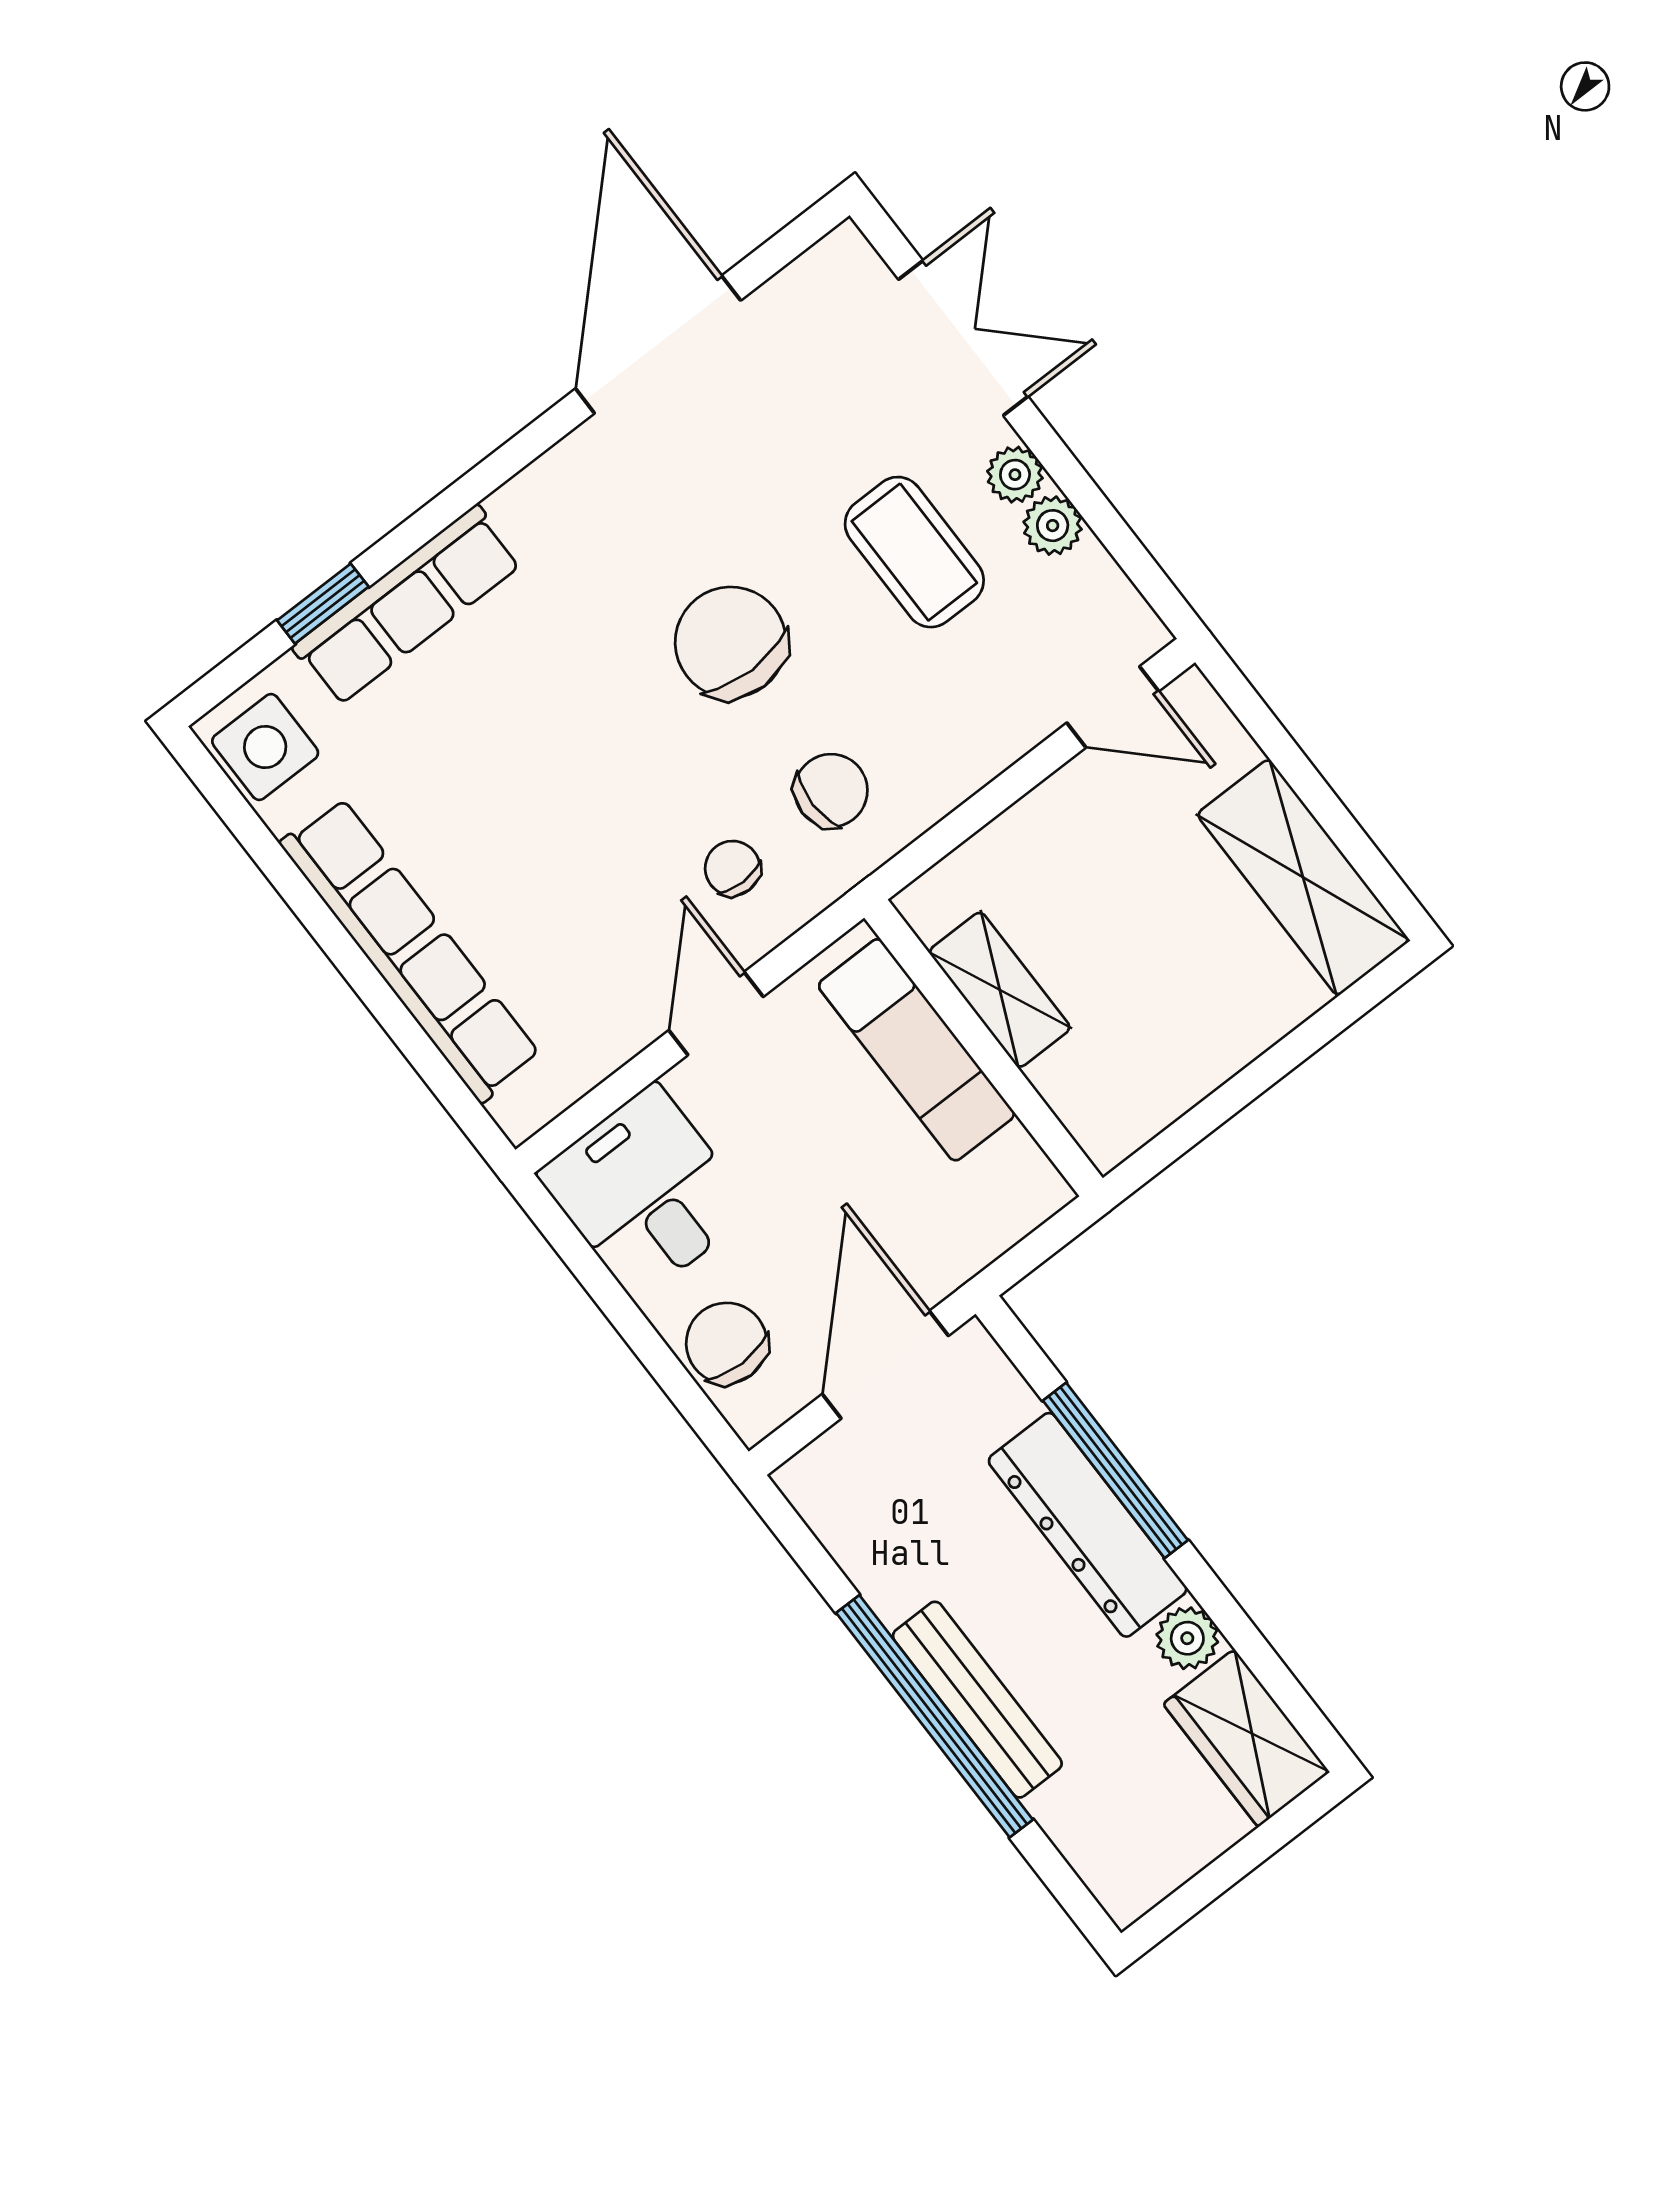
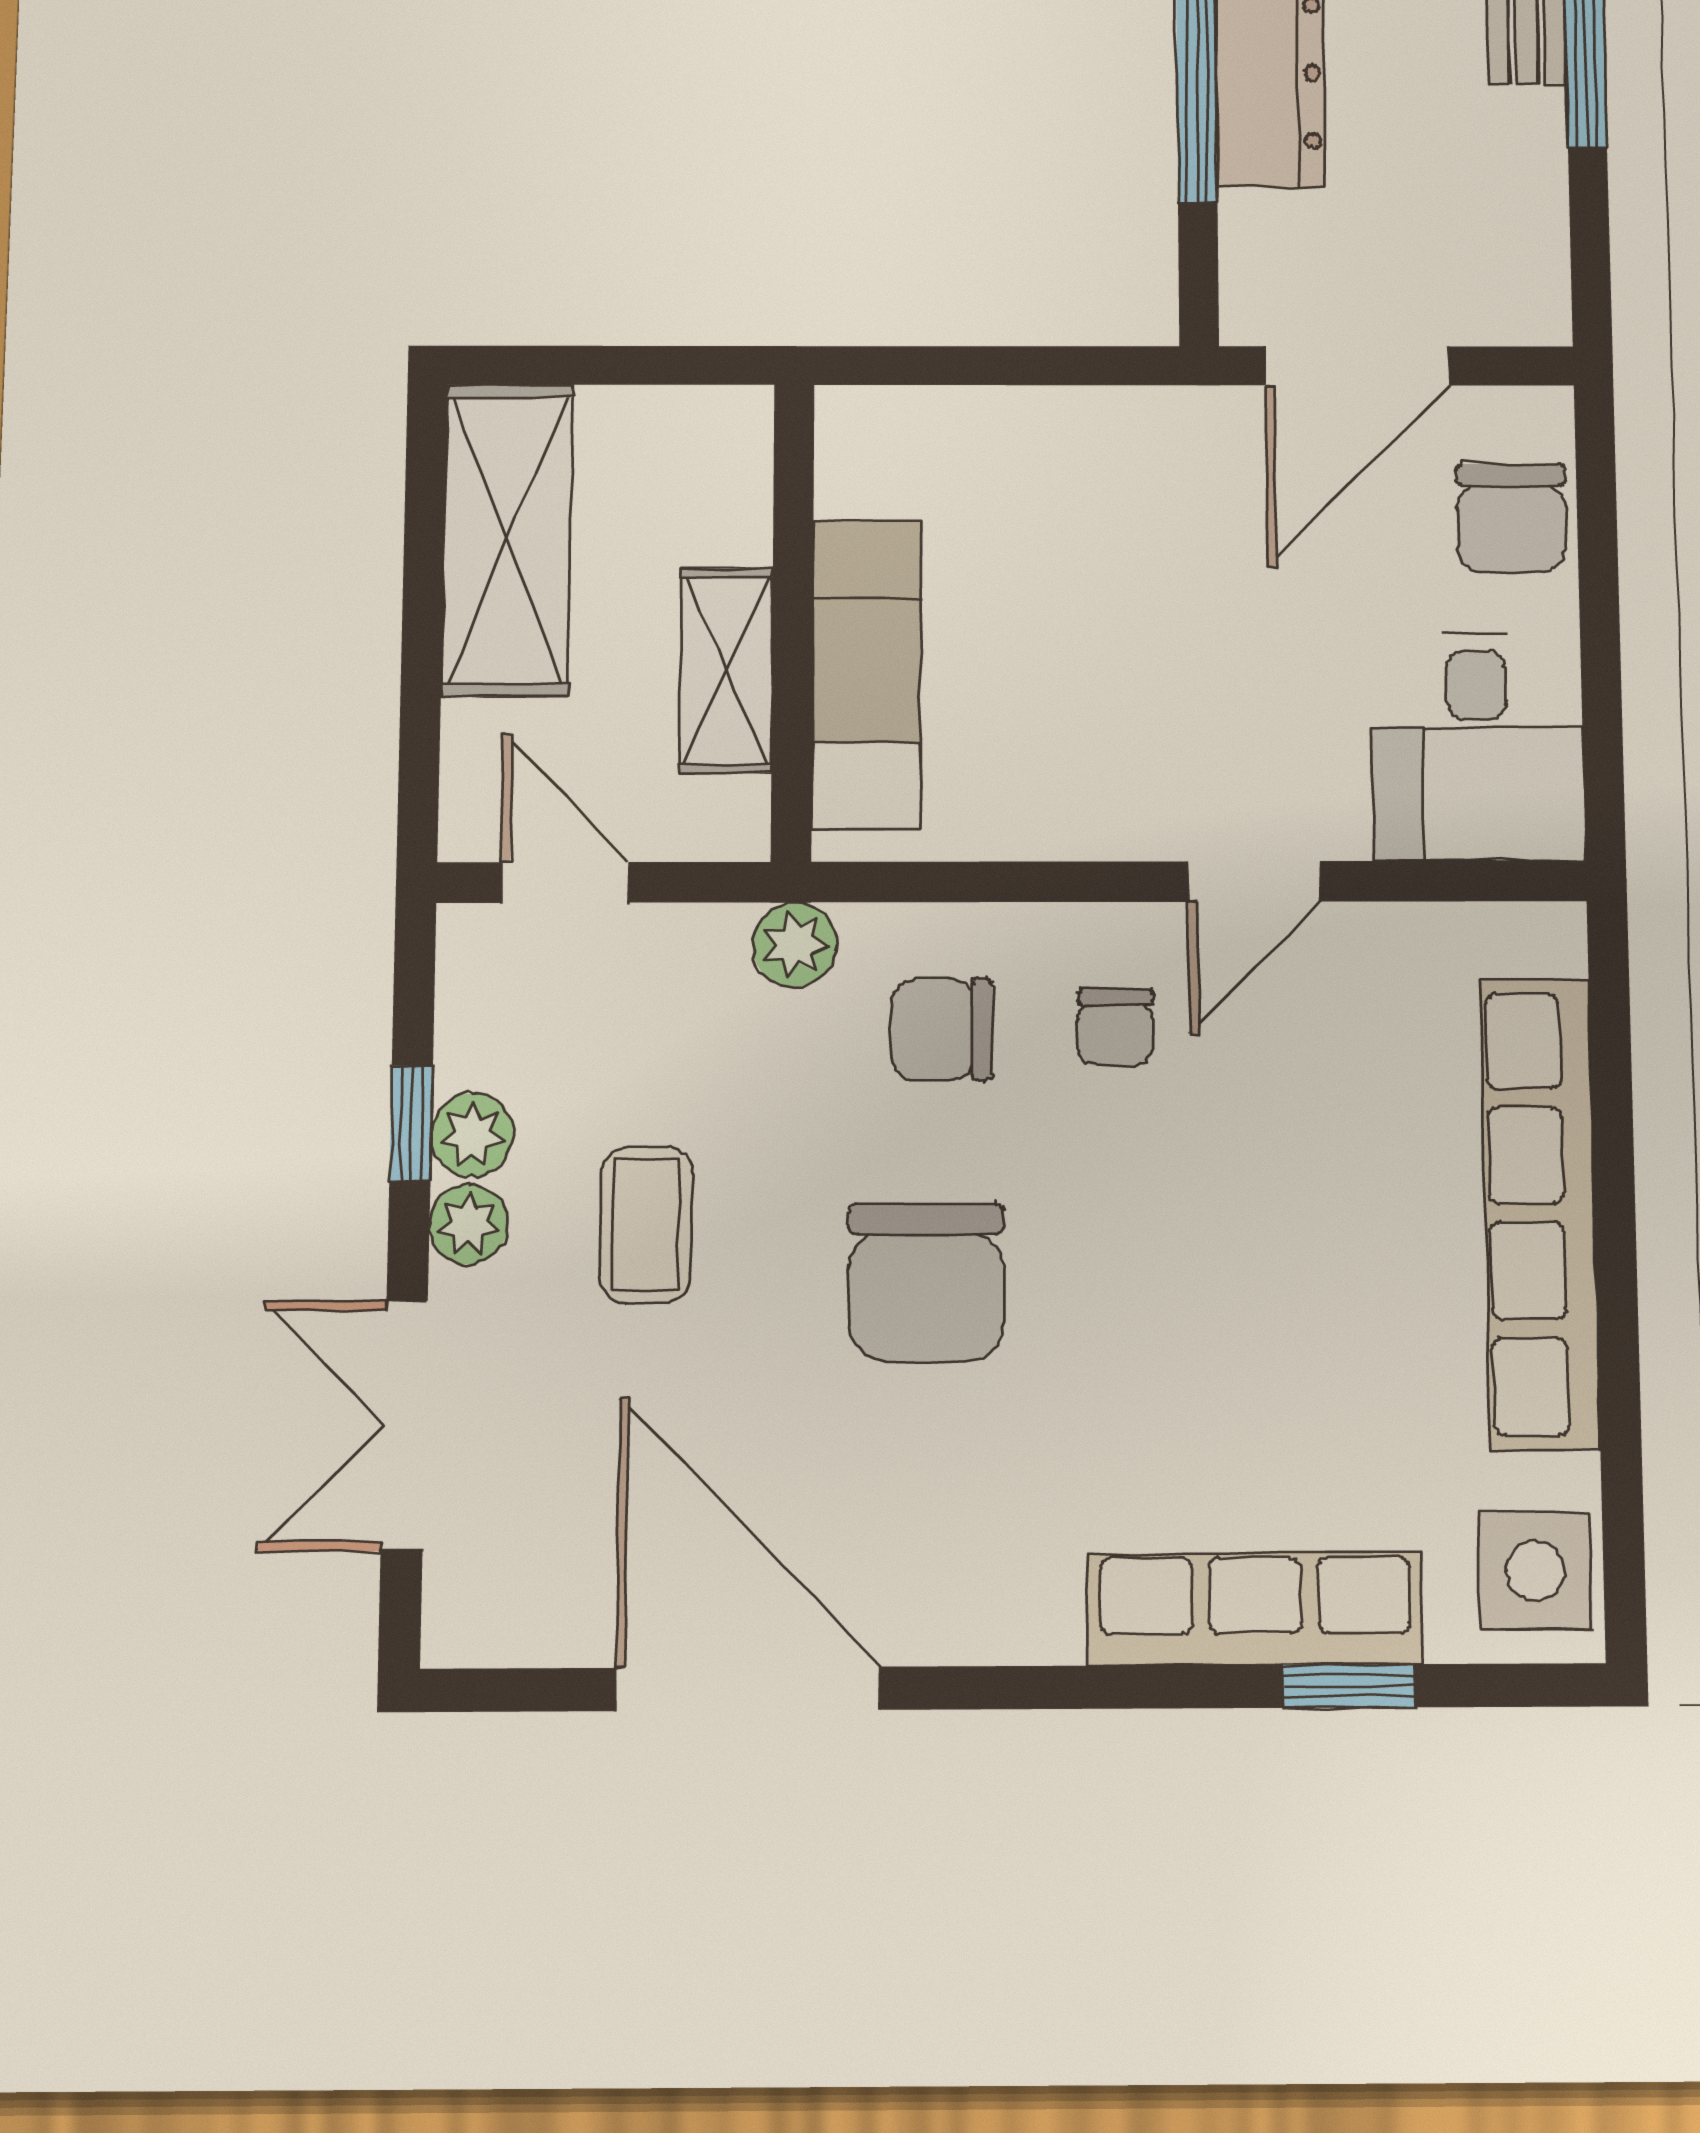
door: (658, 344) -> (748, 1689), swing flipped
window: (1092, 505) -> (411, 1124), added
coffee table: (914, 552) -> (646, 1225), width x0.73, depth x0.77
plant: (953, 773) -> (795, 945), added
shelving: (1000, 990) -> (726, 670), moved
wall: (984, 1048) -> (793, 621), moved
exam couch: (916, 1050) -> (866, 675), moved

